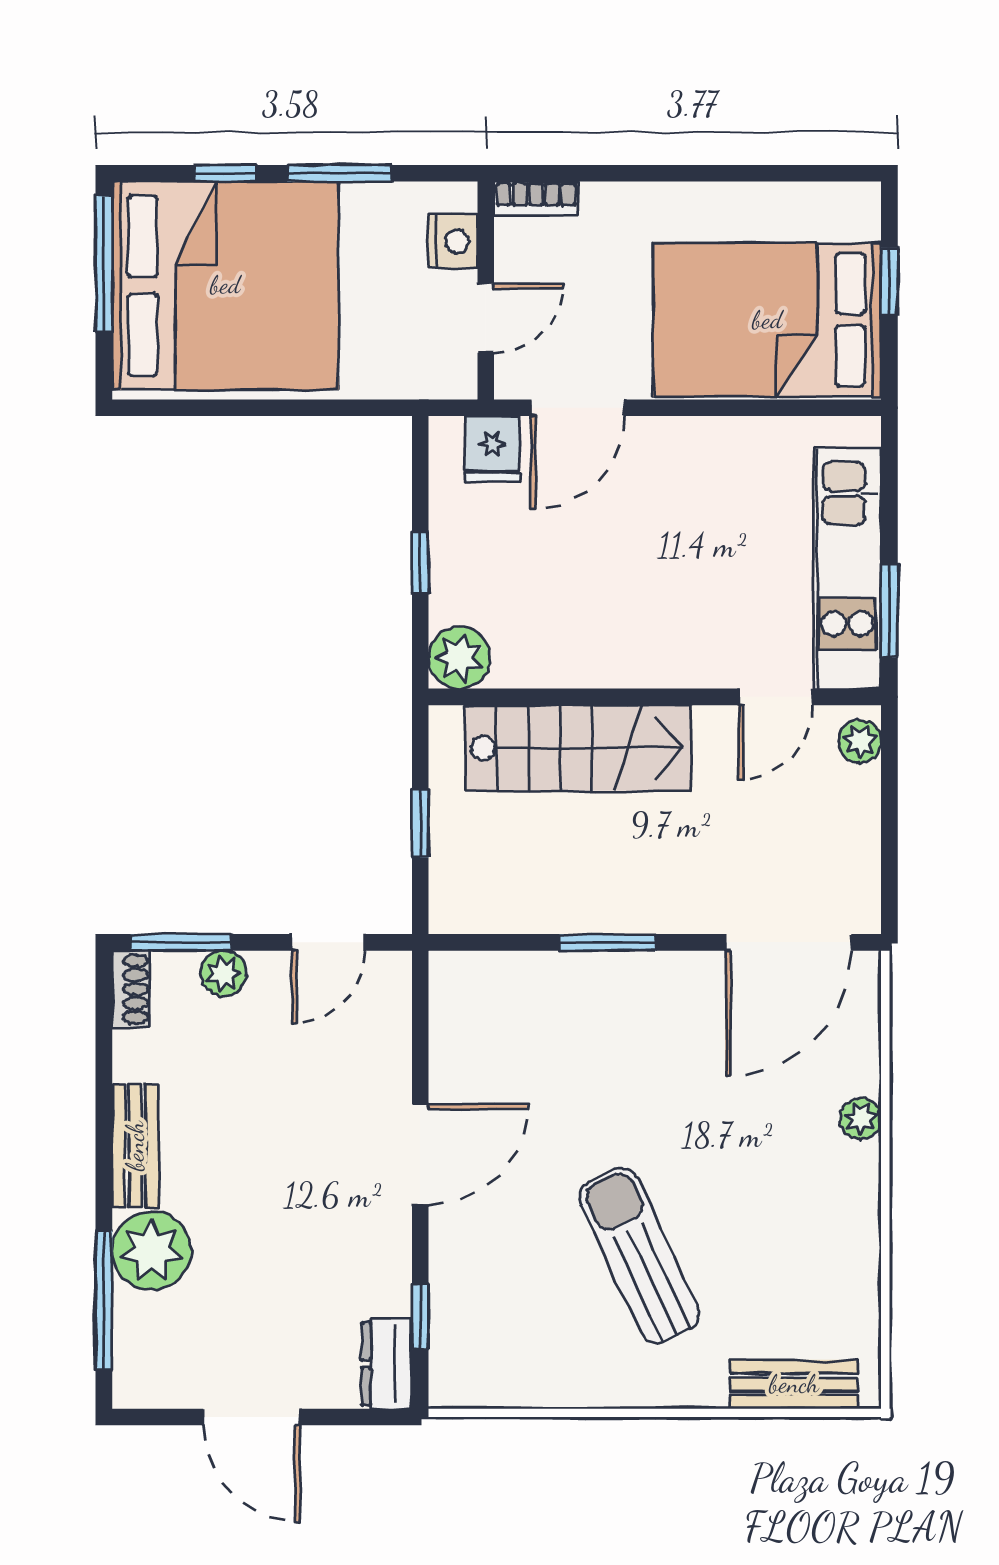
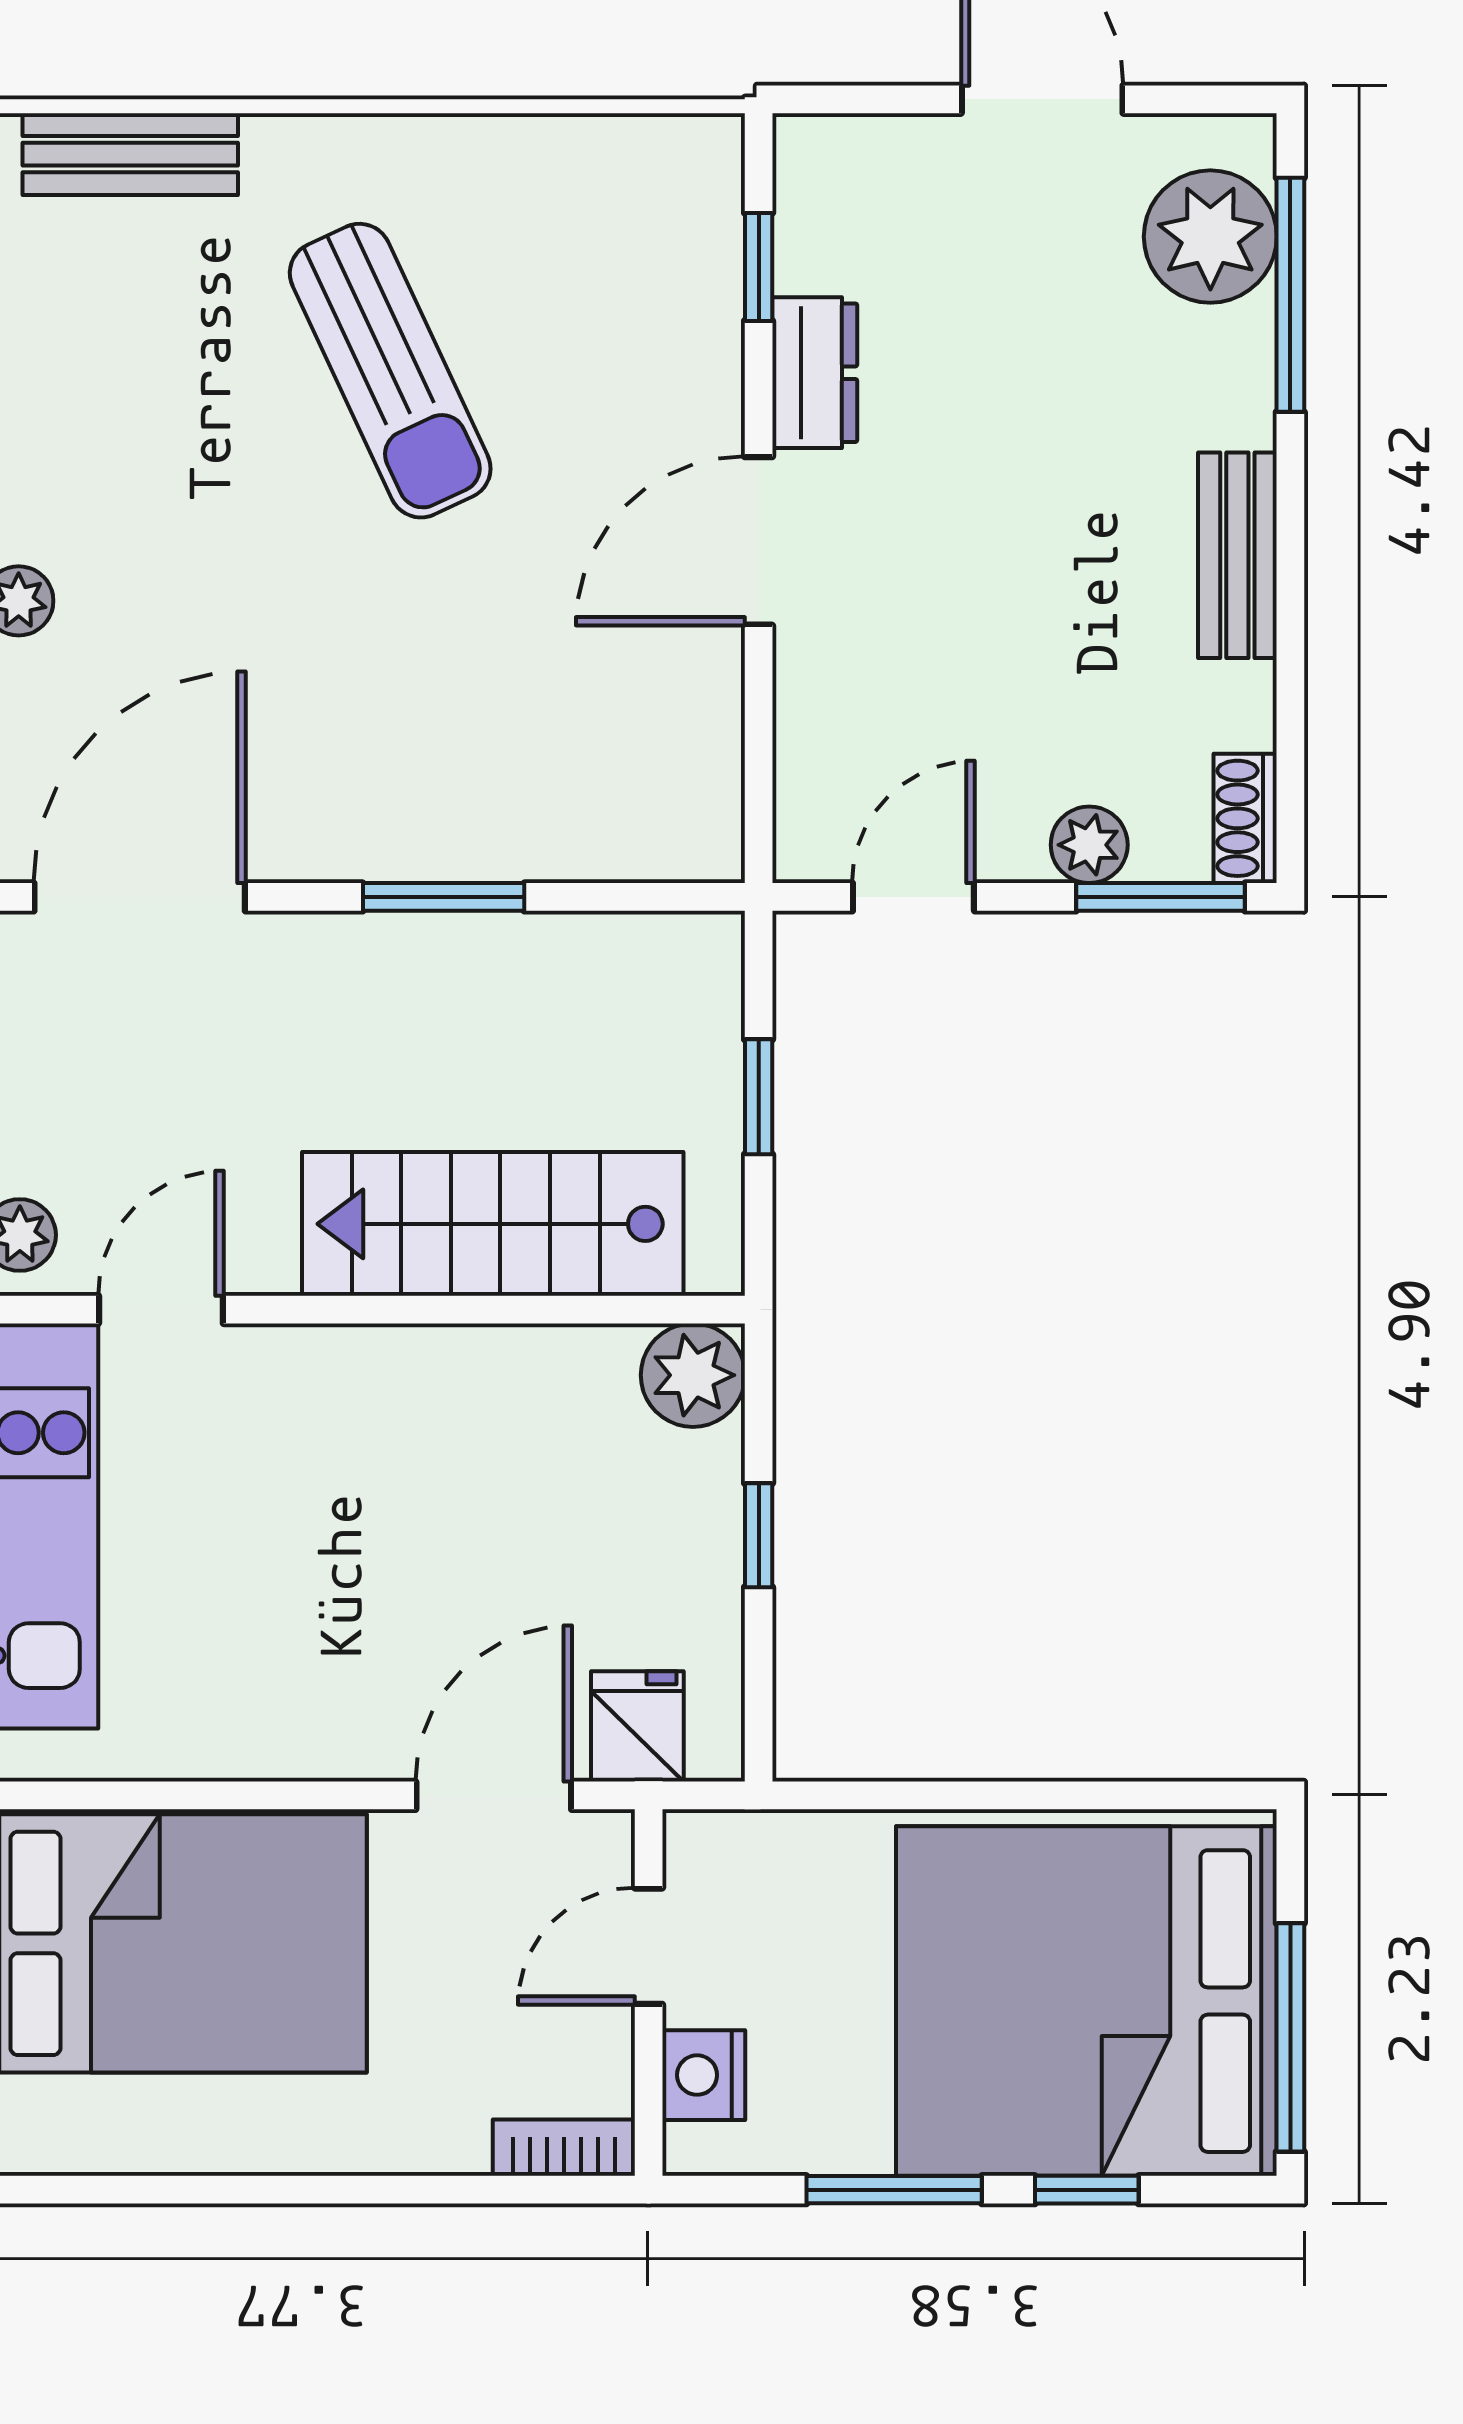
plant: (151, 1251) -> (1210, 237), moved
dresser: (387, 1364) -> (815, 373), moved

